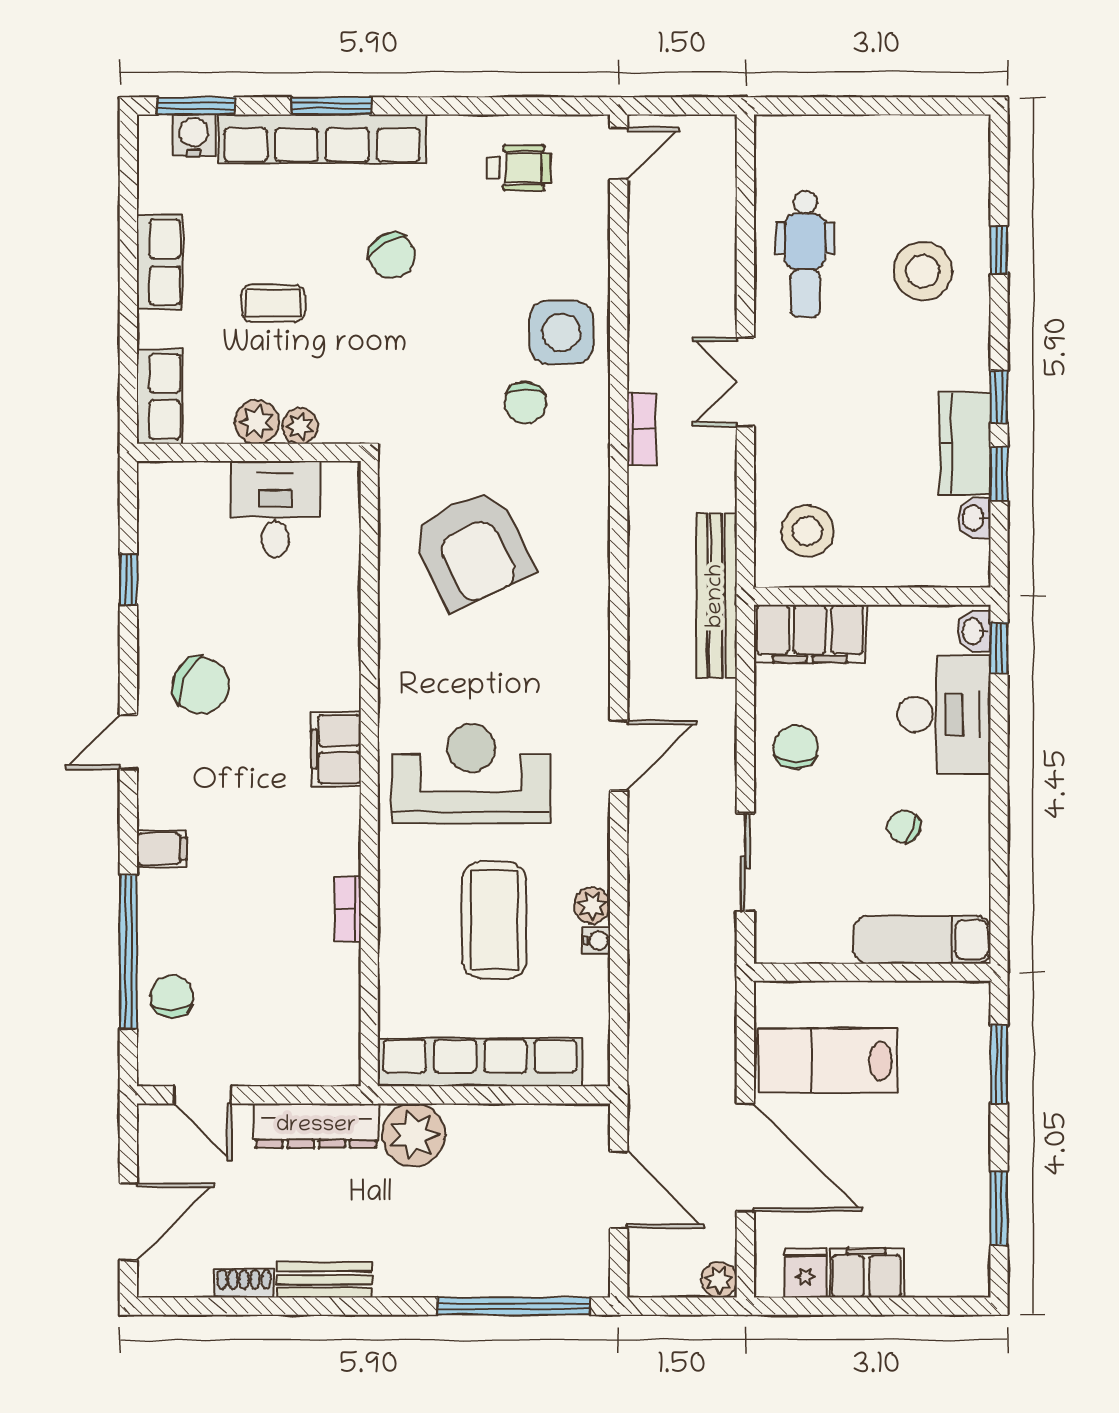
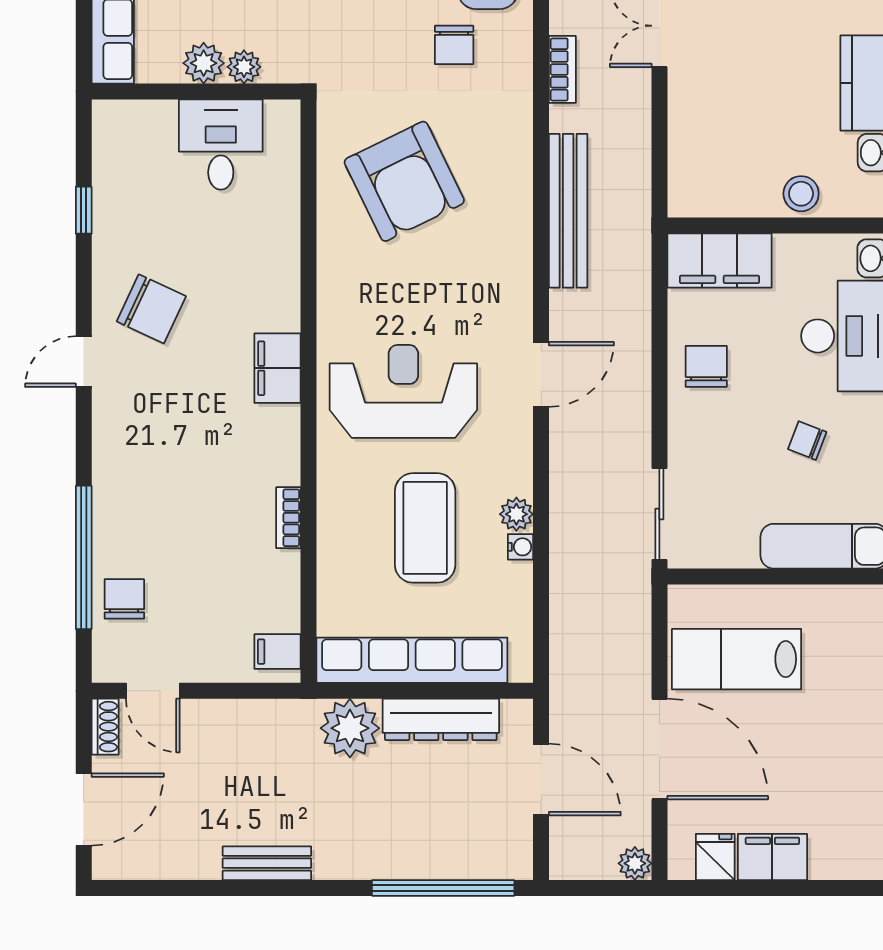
stool: (807, 531) -> (801, 194), moved, width x0.73, depth x0.73
bench: (716, 596) -> (568, 211), moved
filing cabinet: (162, 849) -> (277, 652), moved, turned 180
sliding door: (745, 862) -> (659, 514), moved
dresser: (316, 1126) -> (441, 719), moved
shoe rack: (244, 1283) -> (105, 727), moved, turned 90

